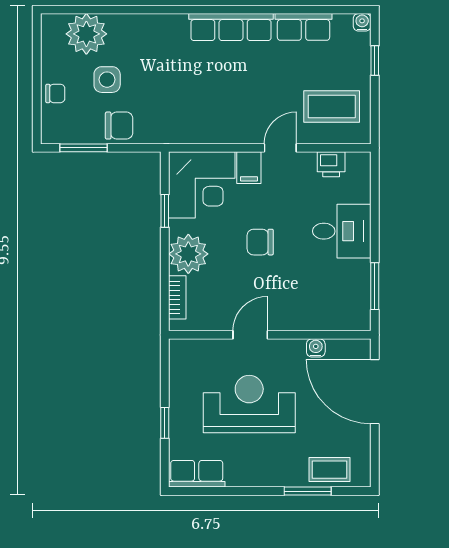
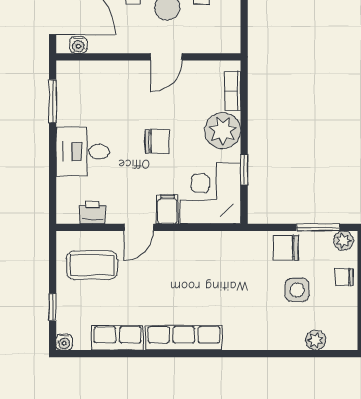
plant: (86, 34) -> (316, 340), width x0.53, depth x0.53
plant: (56, 133) -> (343, 241), added
water cooler: (316, 348) -> (78, 45), moved

